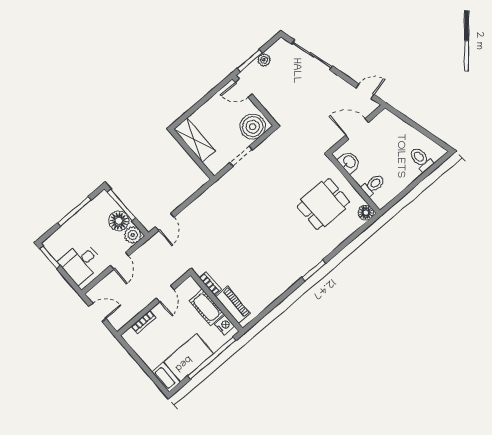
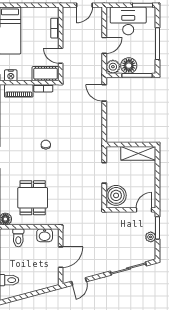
chair: (262, 235) -> (46, 145), added
door: (120, 261) -> (104, 45), swing flipped
desk: (81, 263) -> (128, 21), width x1.37
cot: (206, 307) -> (45, 74), moved

